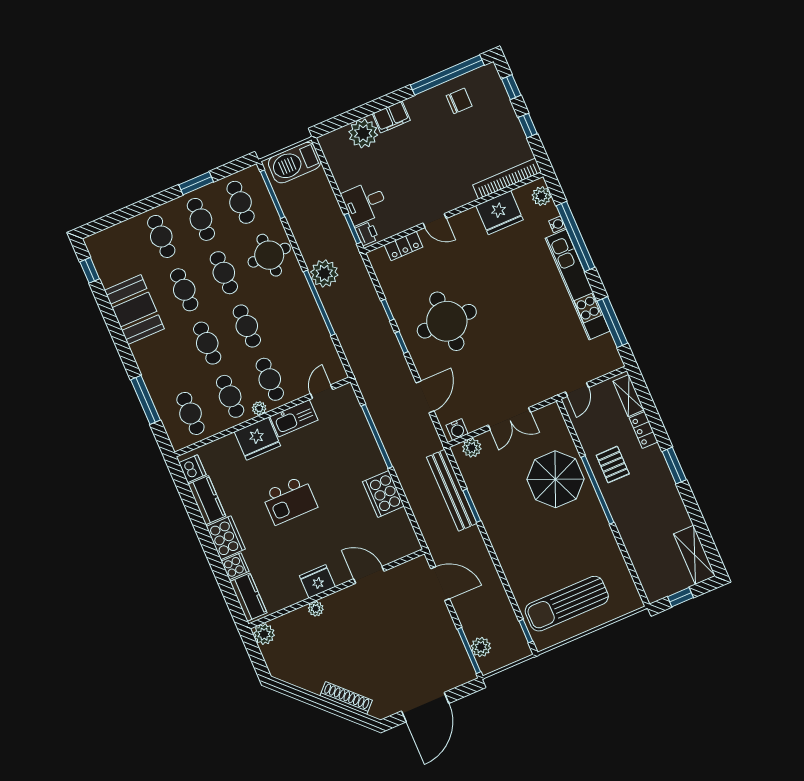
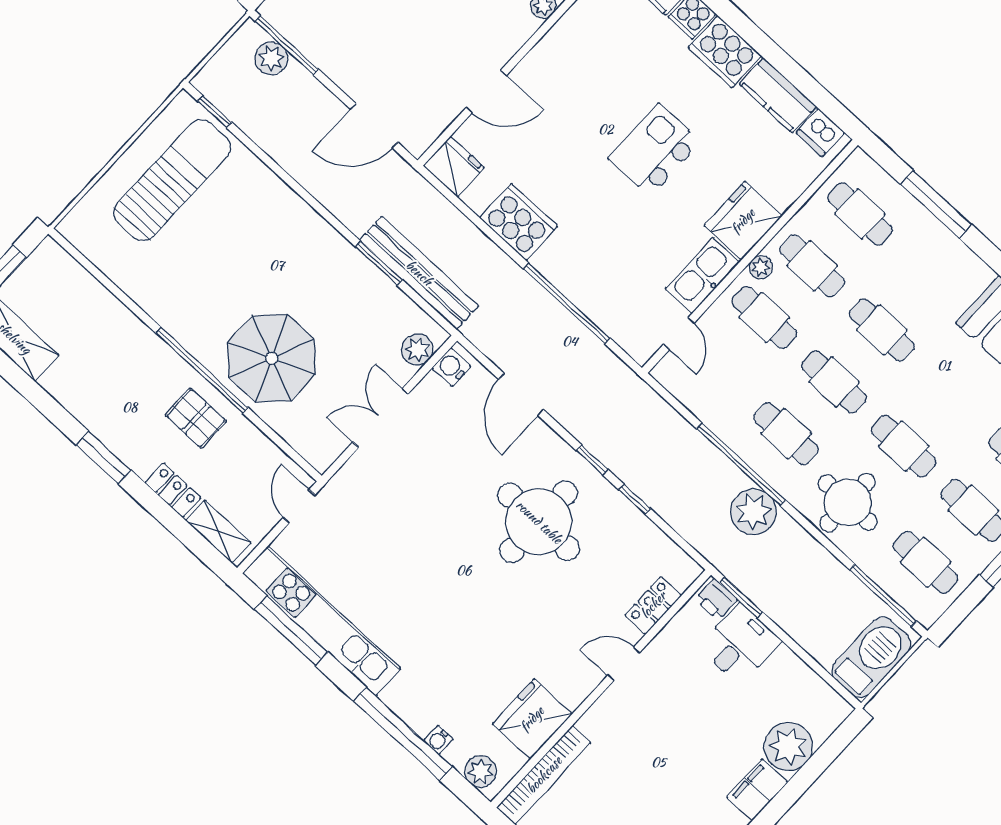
kitchen unit: (578, 285) -> (322, 621), moved
cafe table: (184, 290) -> (786, 434), moved
fridge: (317, 581) -> (454, 167), moved, turned -90

